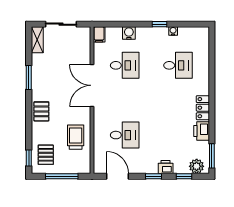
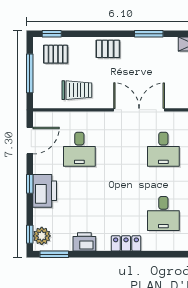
locker: (203, 108) -> (126, 243), moved
printer: (166, 167) -> (45, 191), width x1.87, depth x1.48
window: (184, 176) -> (30, 234), moved

